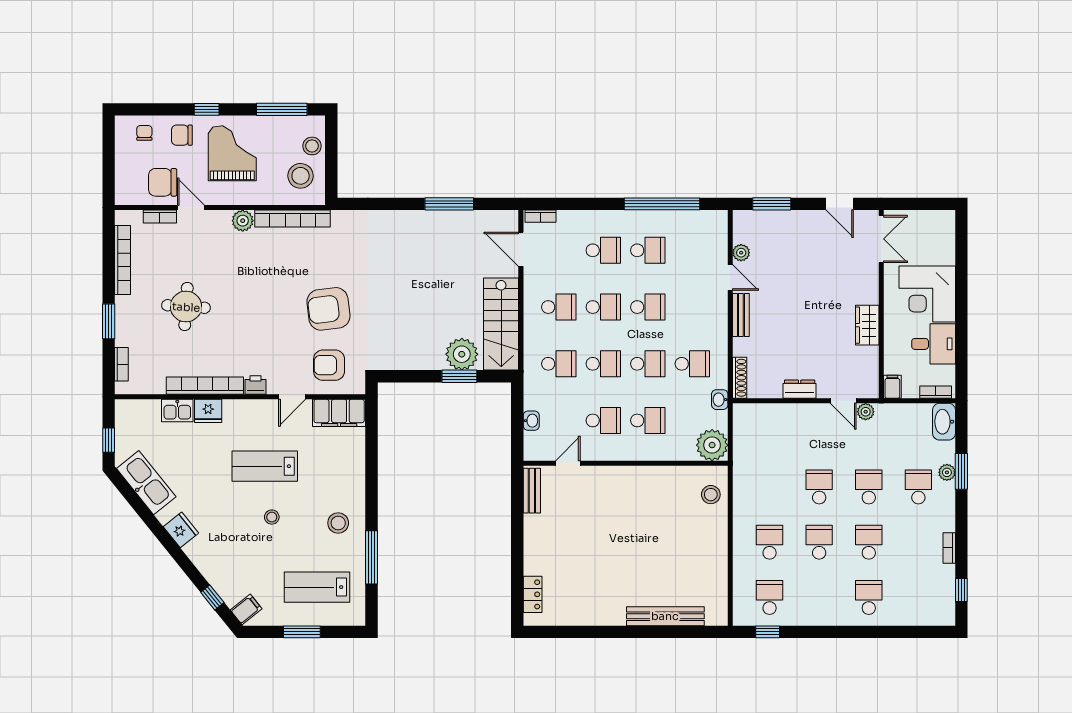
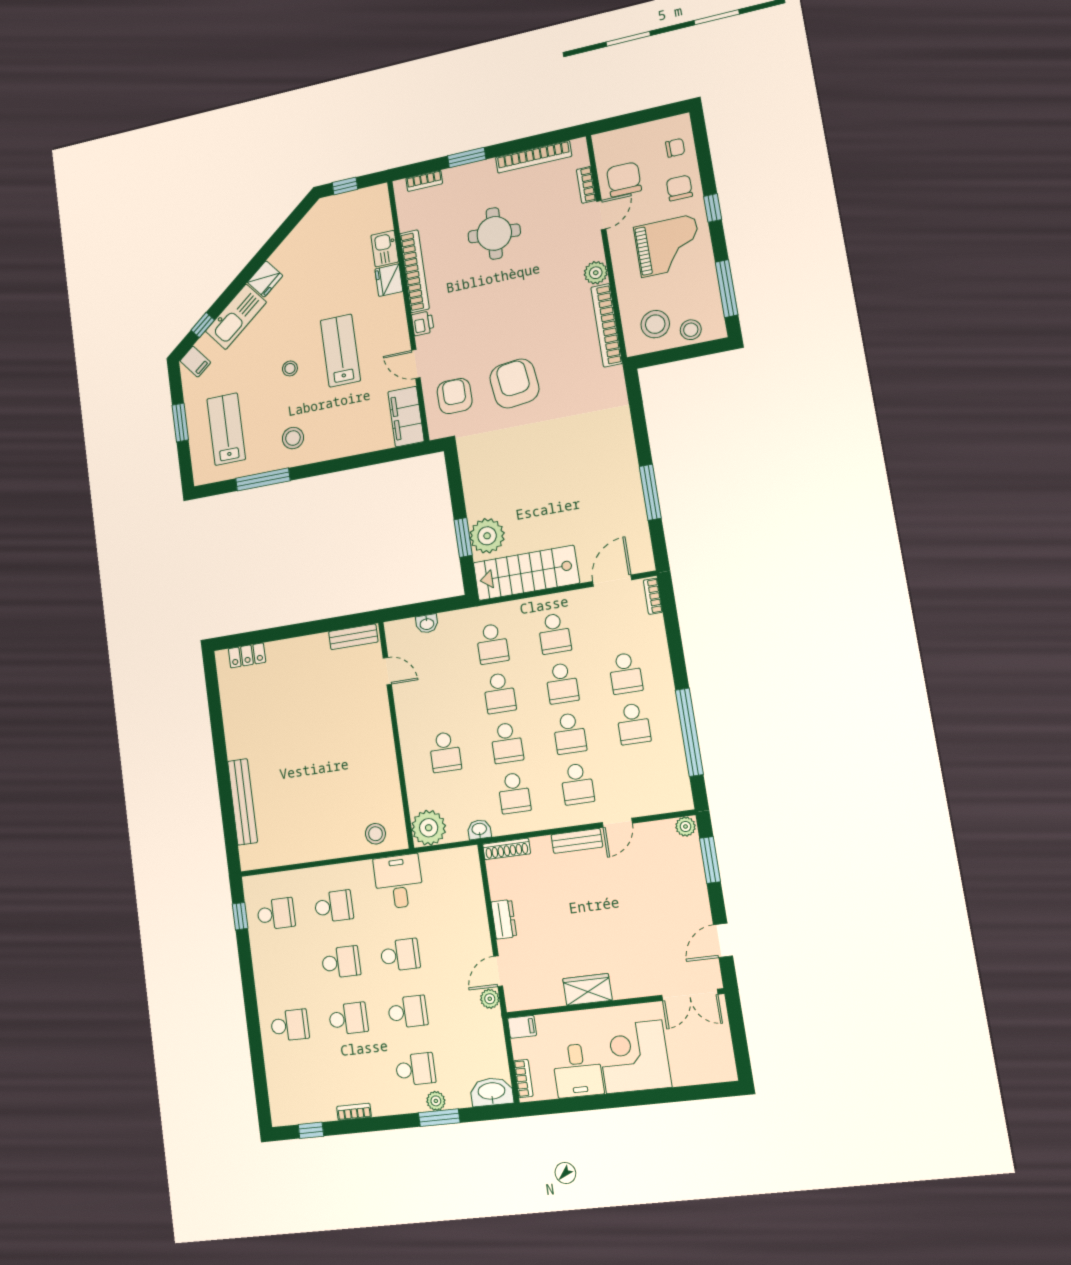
plant: (741, 253) -> (685, 826), moved
school desk: (603, 420) -> (577, 784), moved
desk: (755, 479) -> (399, 882), added
kitchen sink: (146, 483) -> (236, 317), moved

